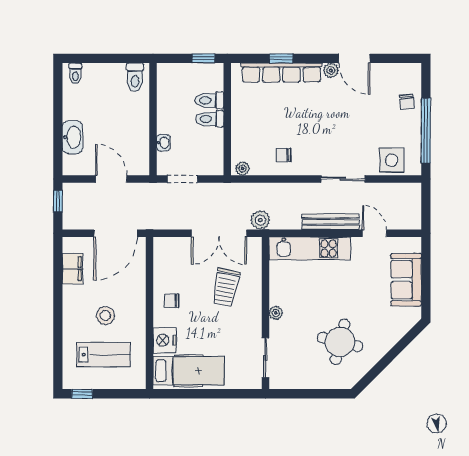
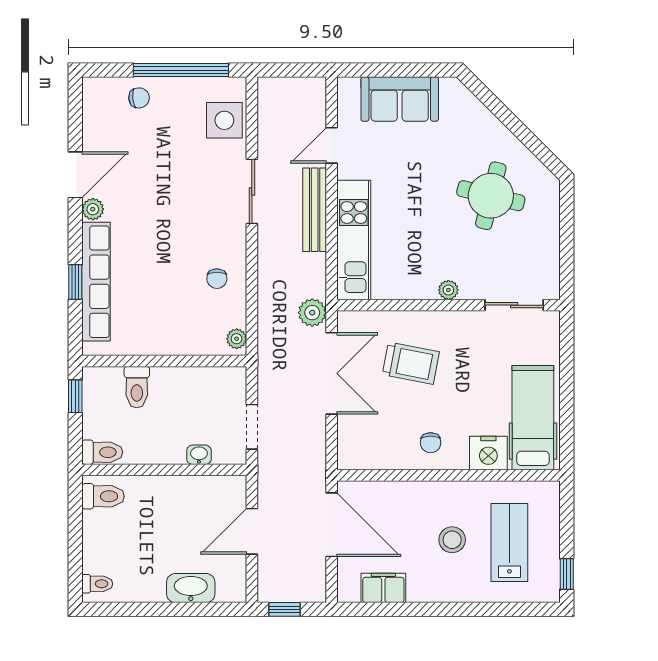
toilet: (210, 119) -> (102, 452), moved, turned -90

